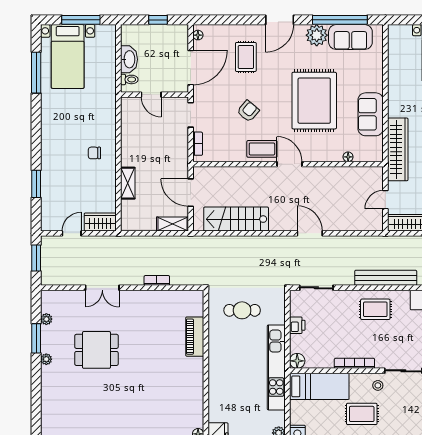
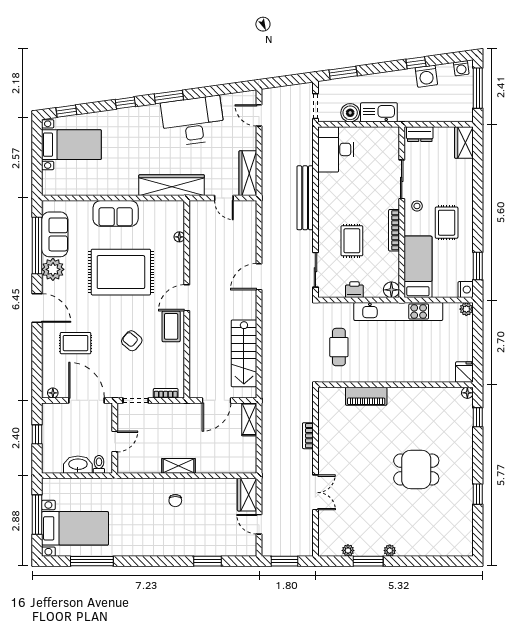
sofa: (371, 114) -> (116, 213), moved
shelving: (128, 183) -> (179, 466), moved
rug: (375, 309) -> (352, 241), moved
dining table: (96, 350) -> (416, 470), moved, turned 90

